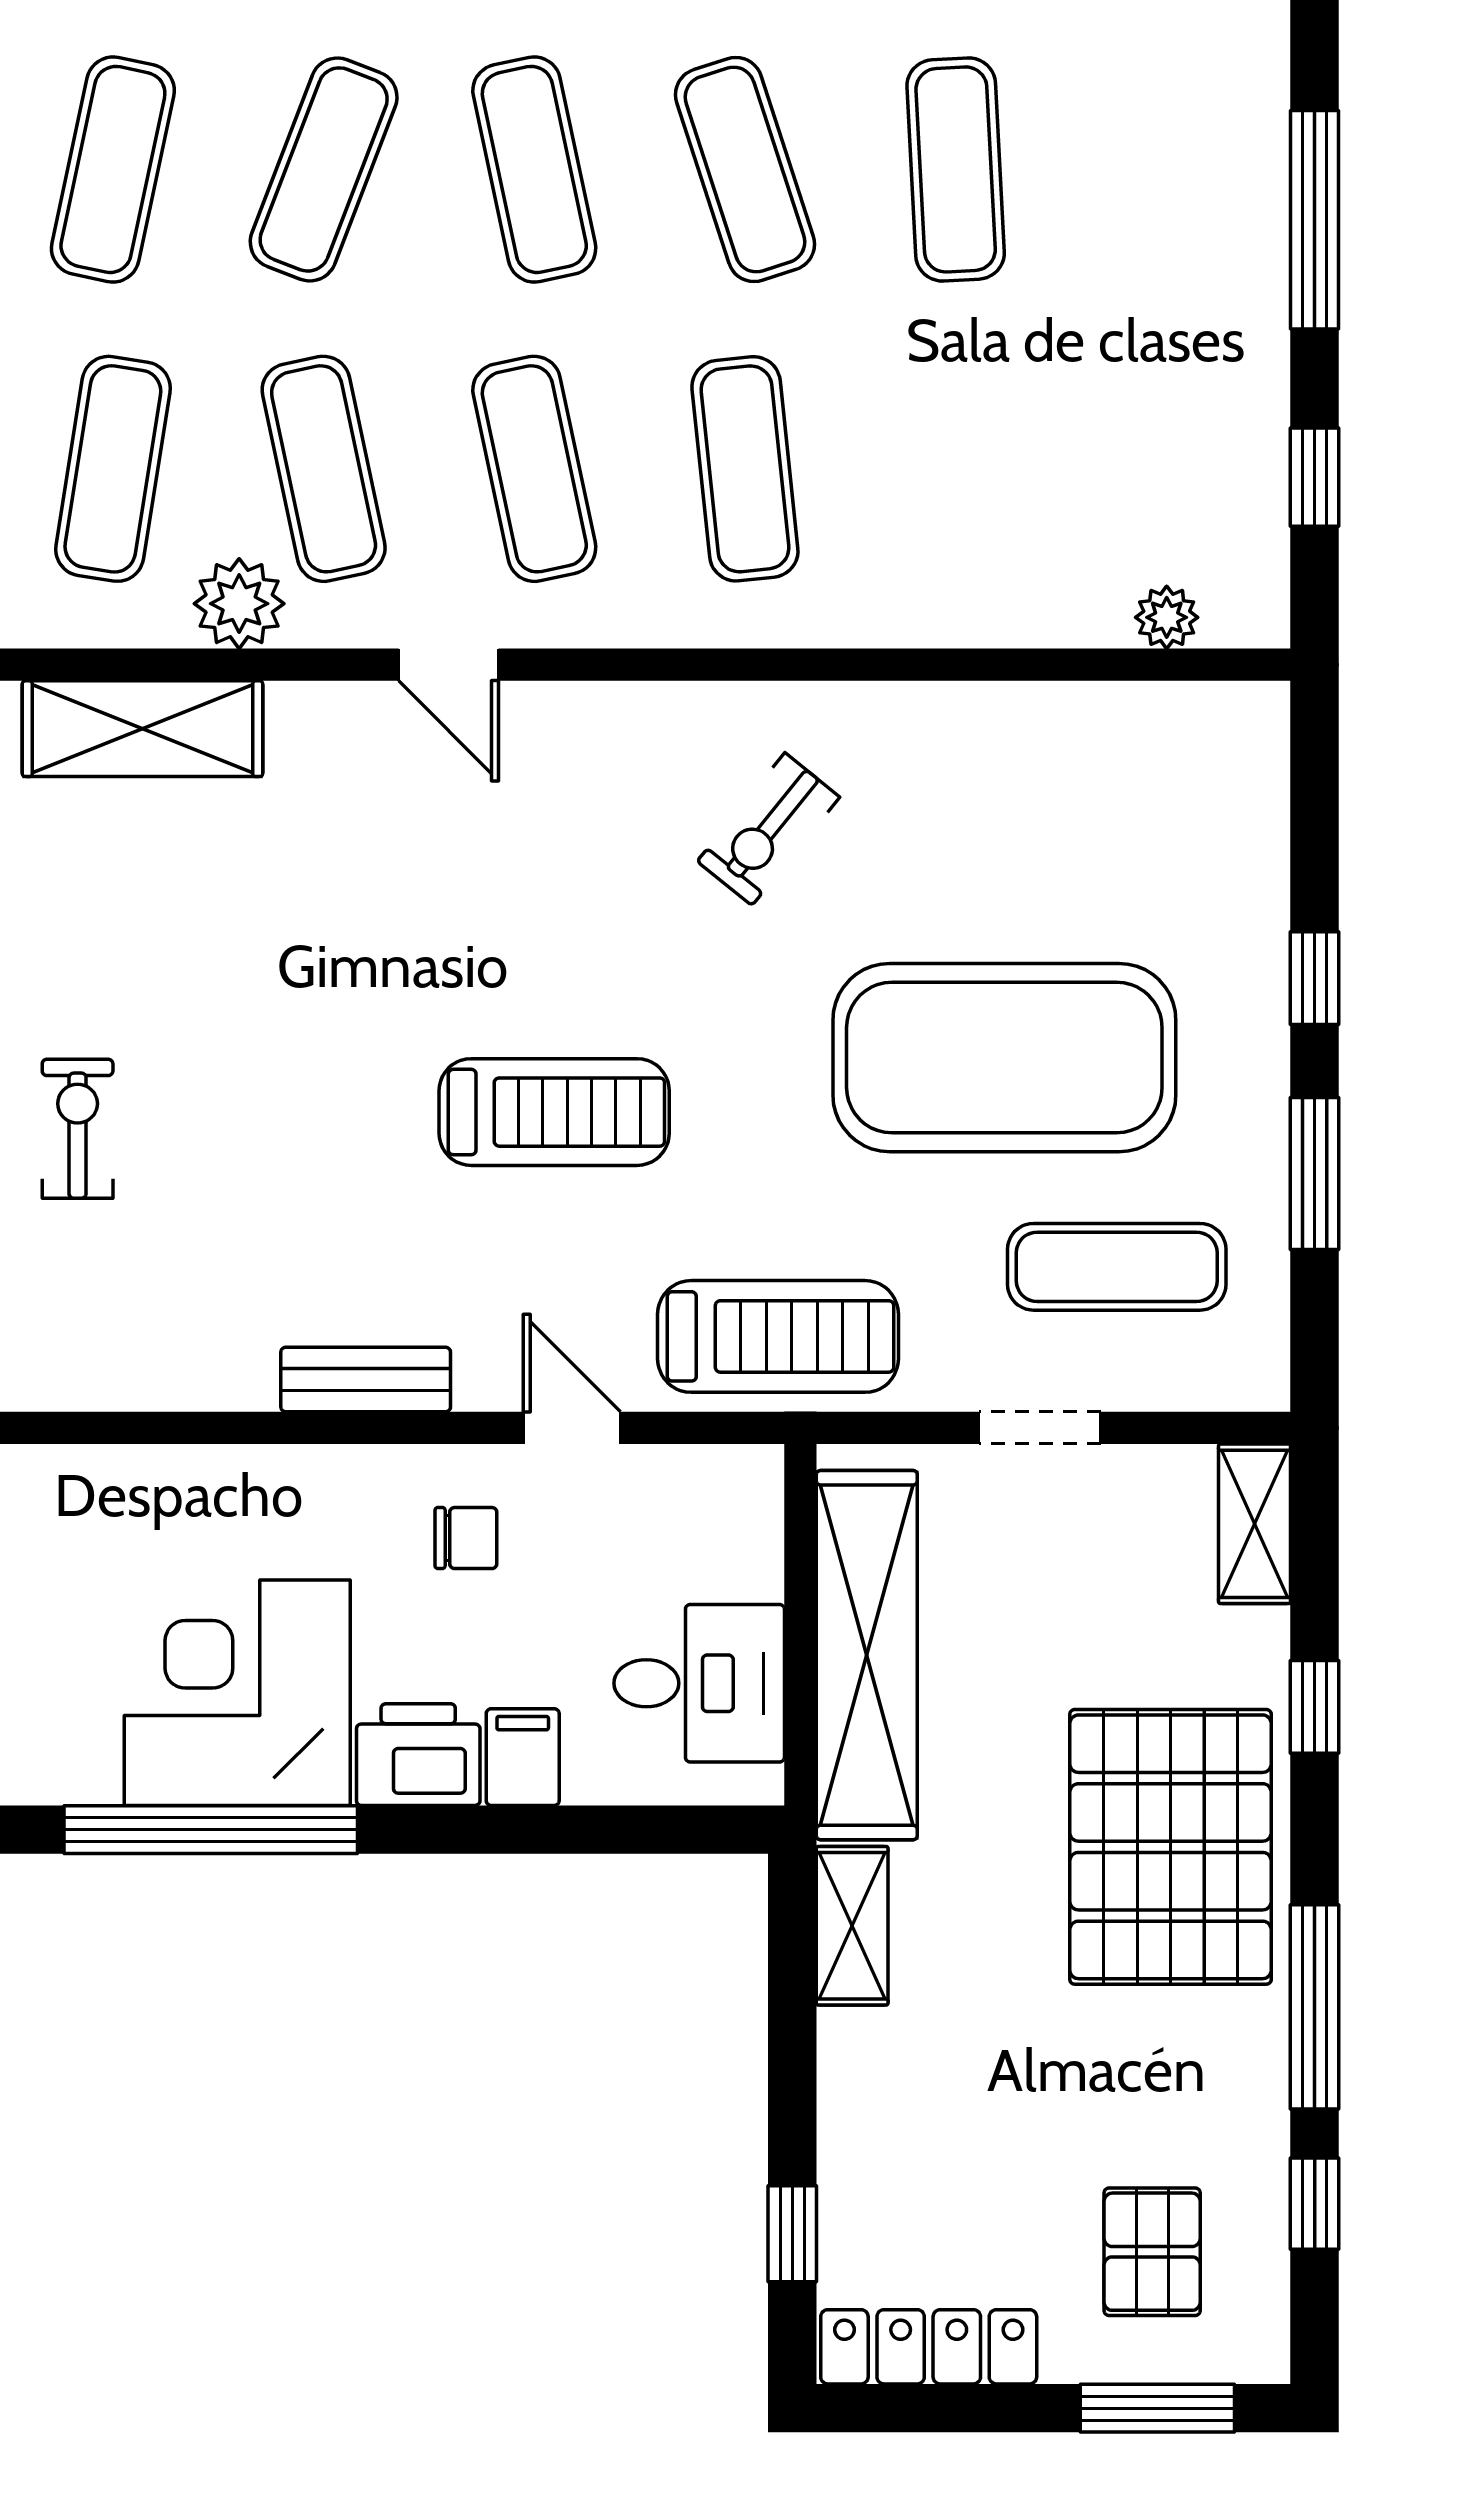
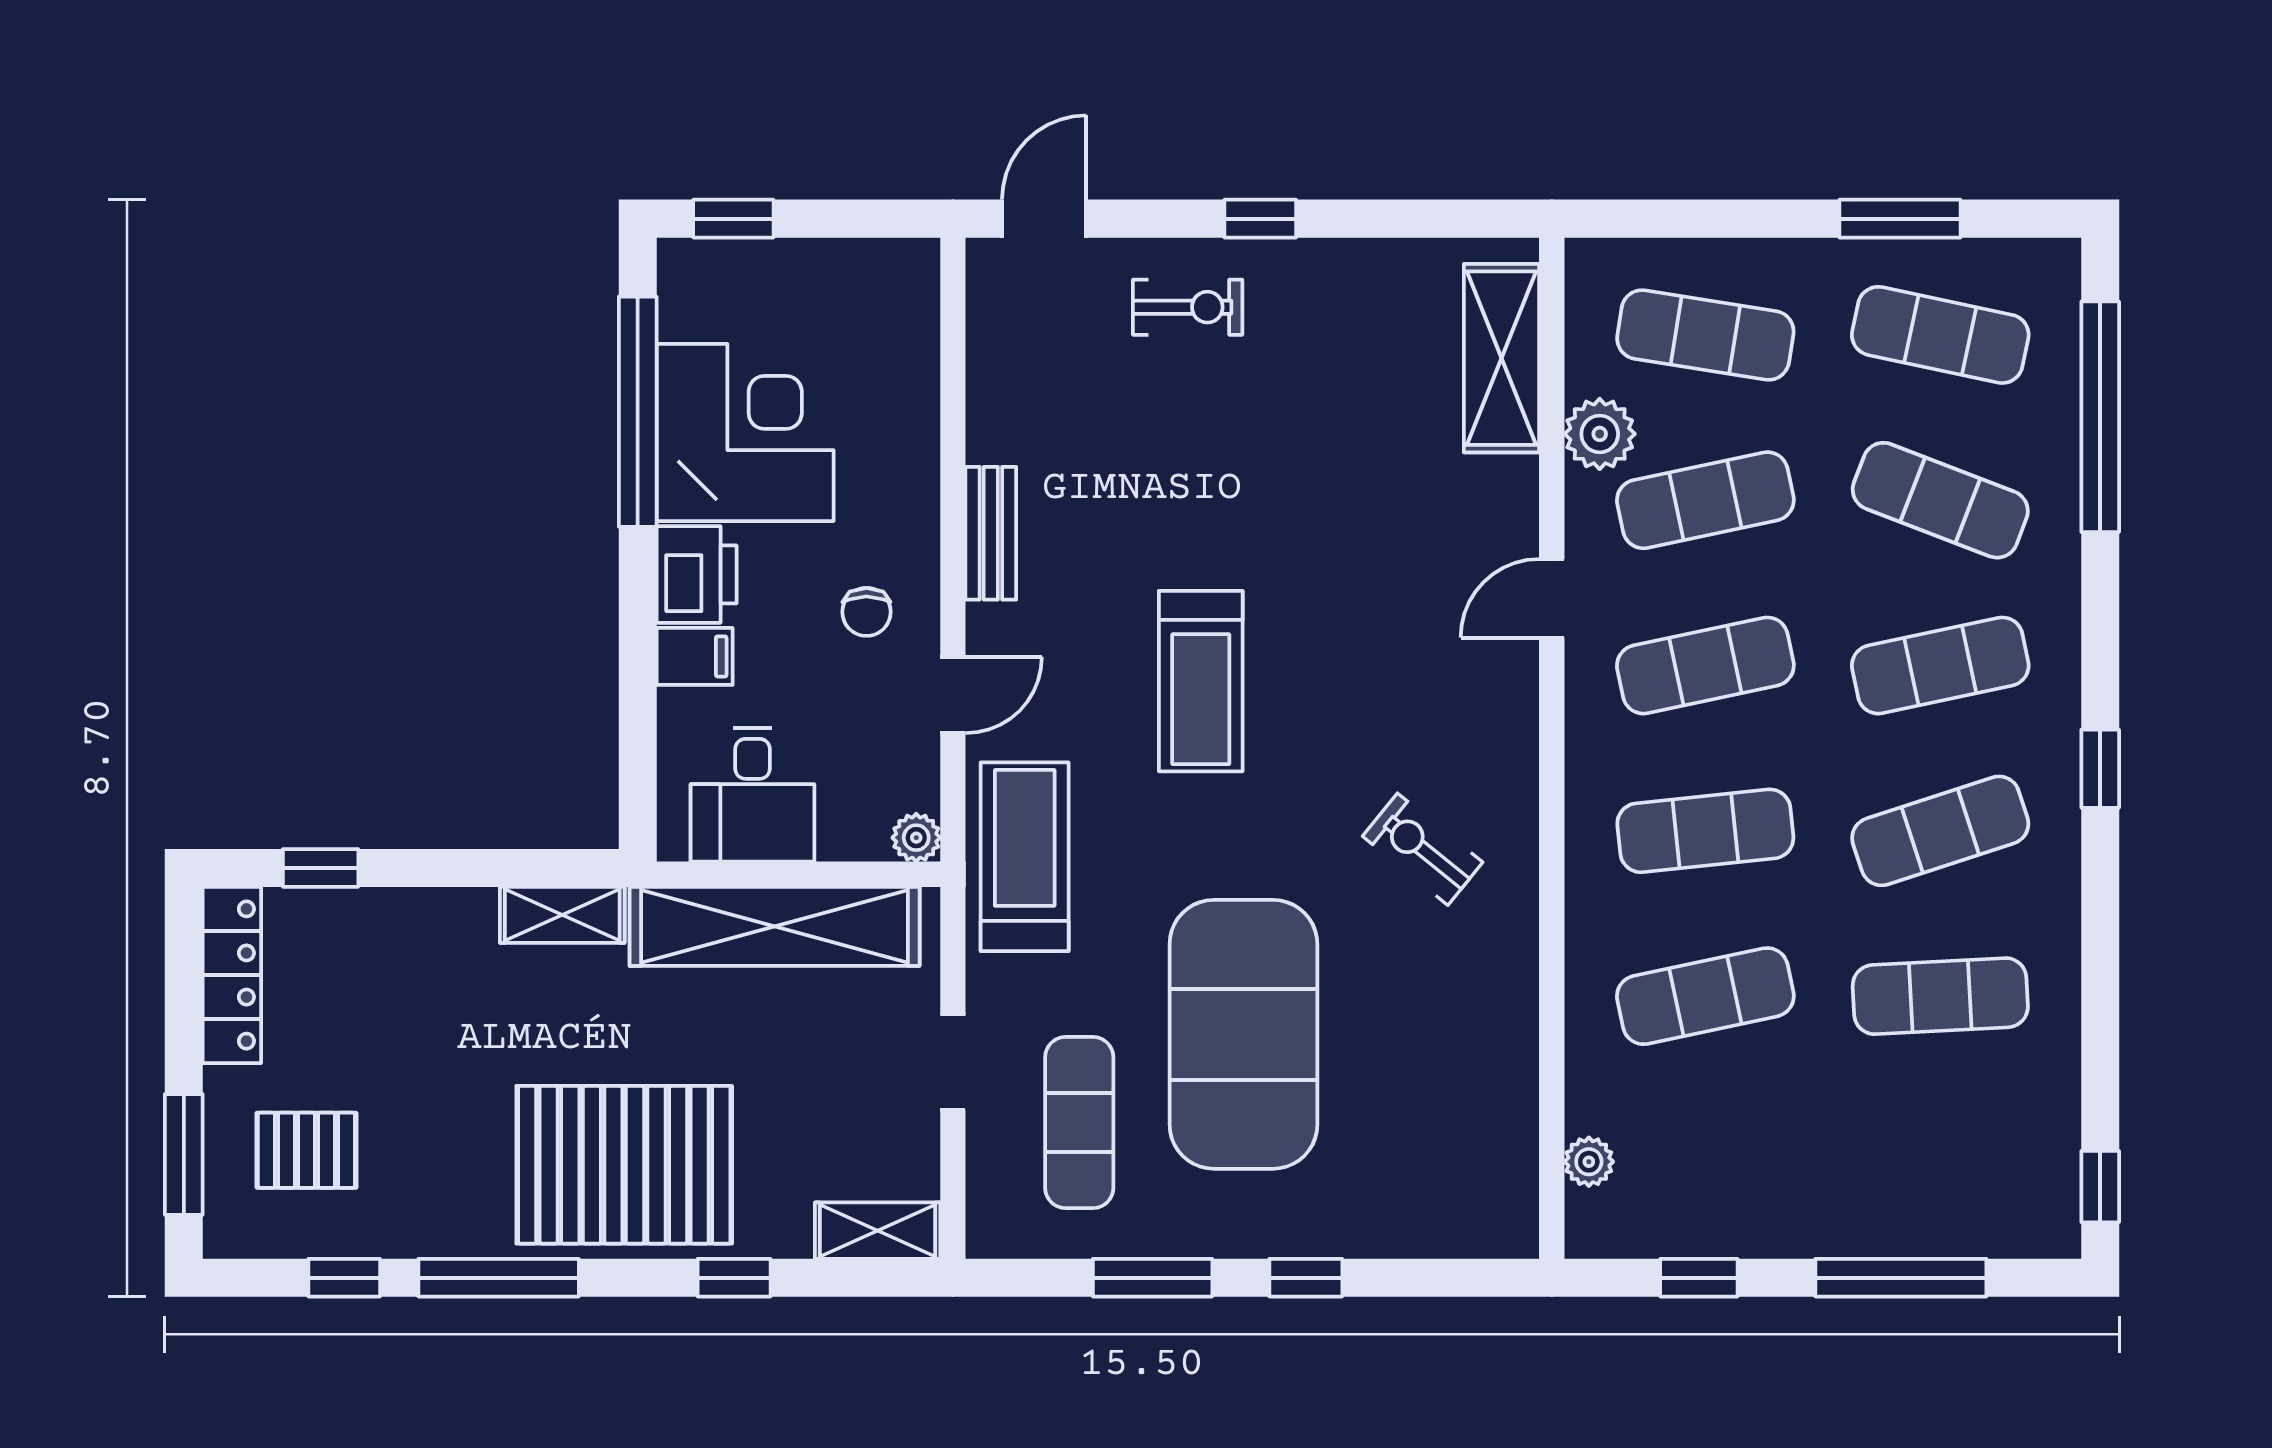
exercise mat: (956, 469) -> (1705, 996), added
treadmill: (778, 1336) -> (1025, 857), turned 180
plant: (754, 1475) -> (916, 838), added

